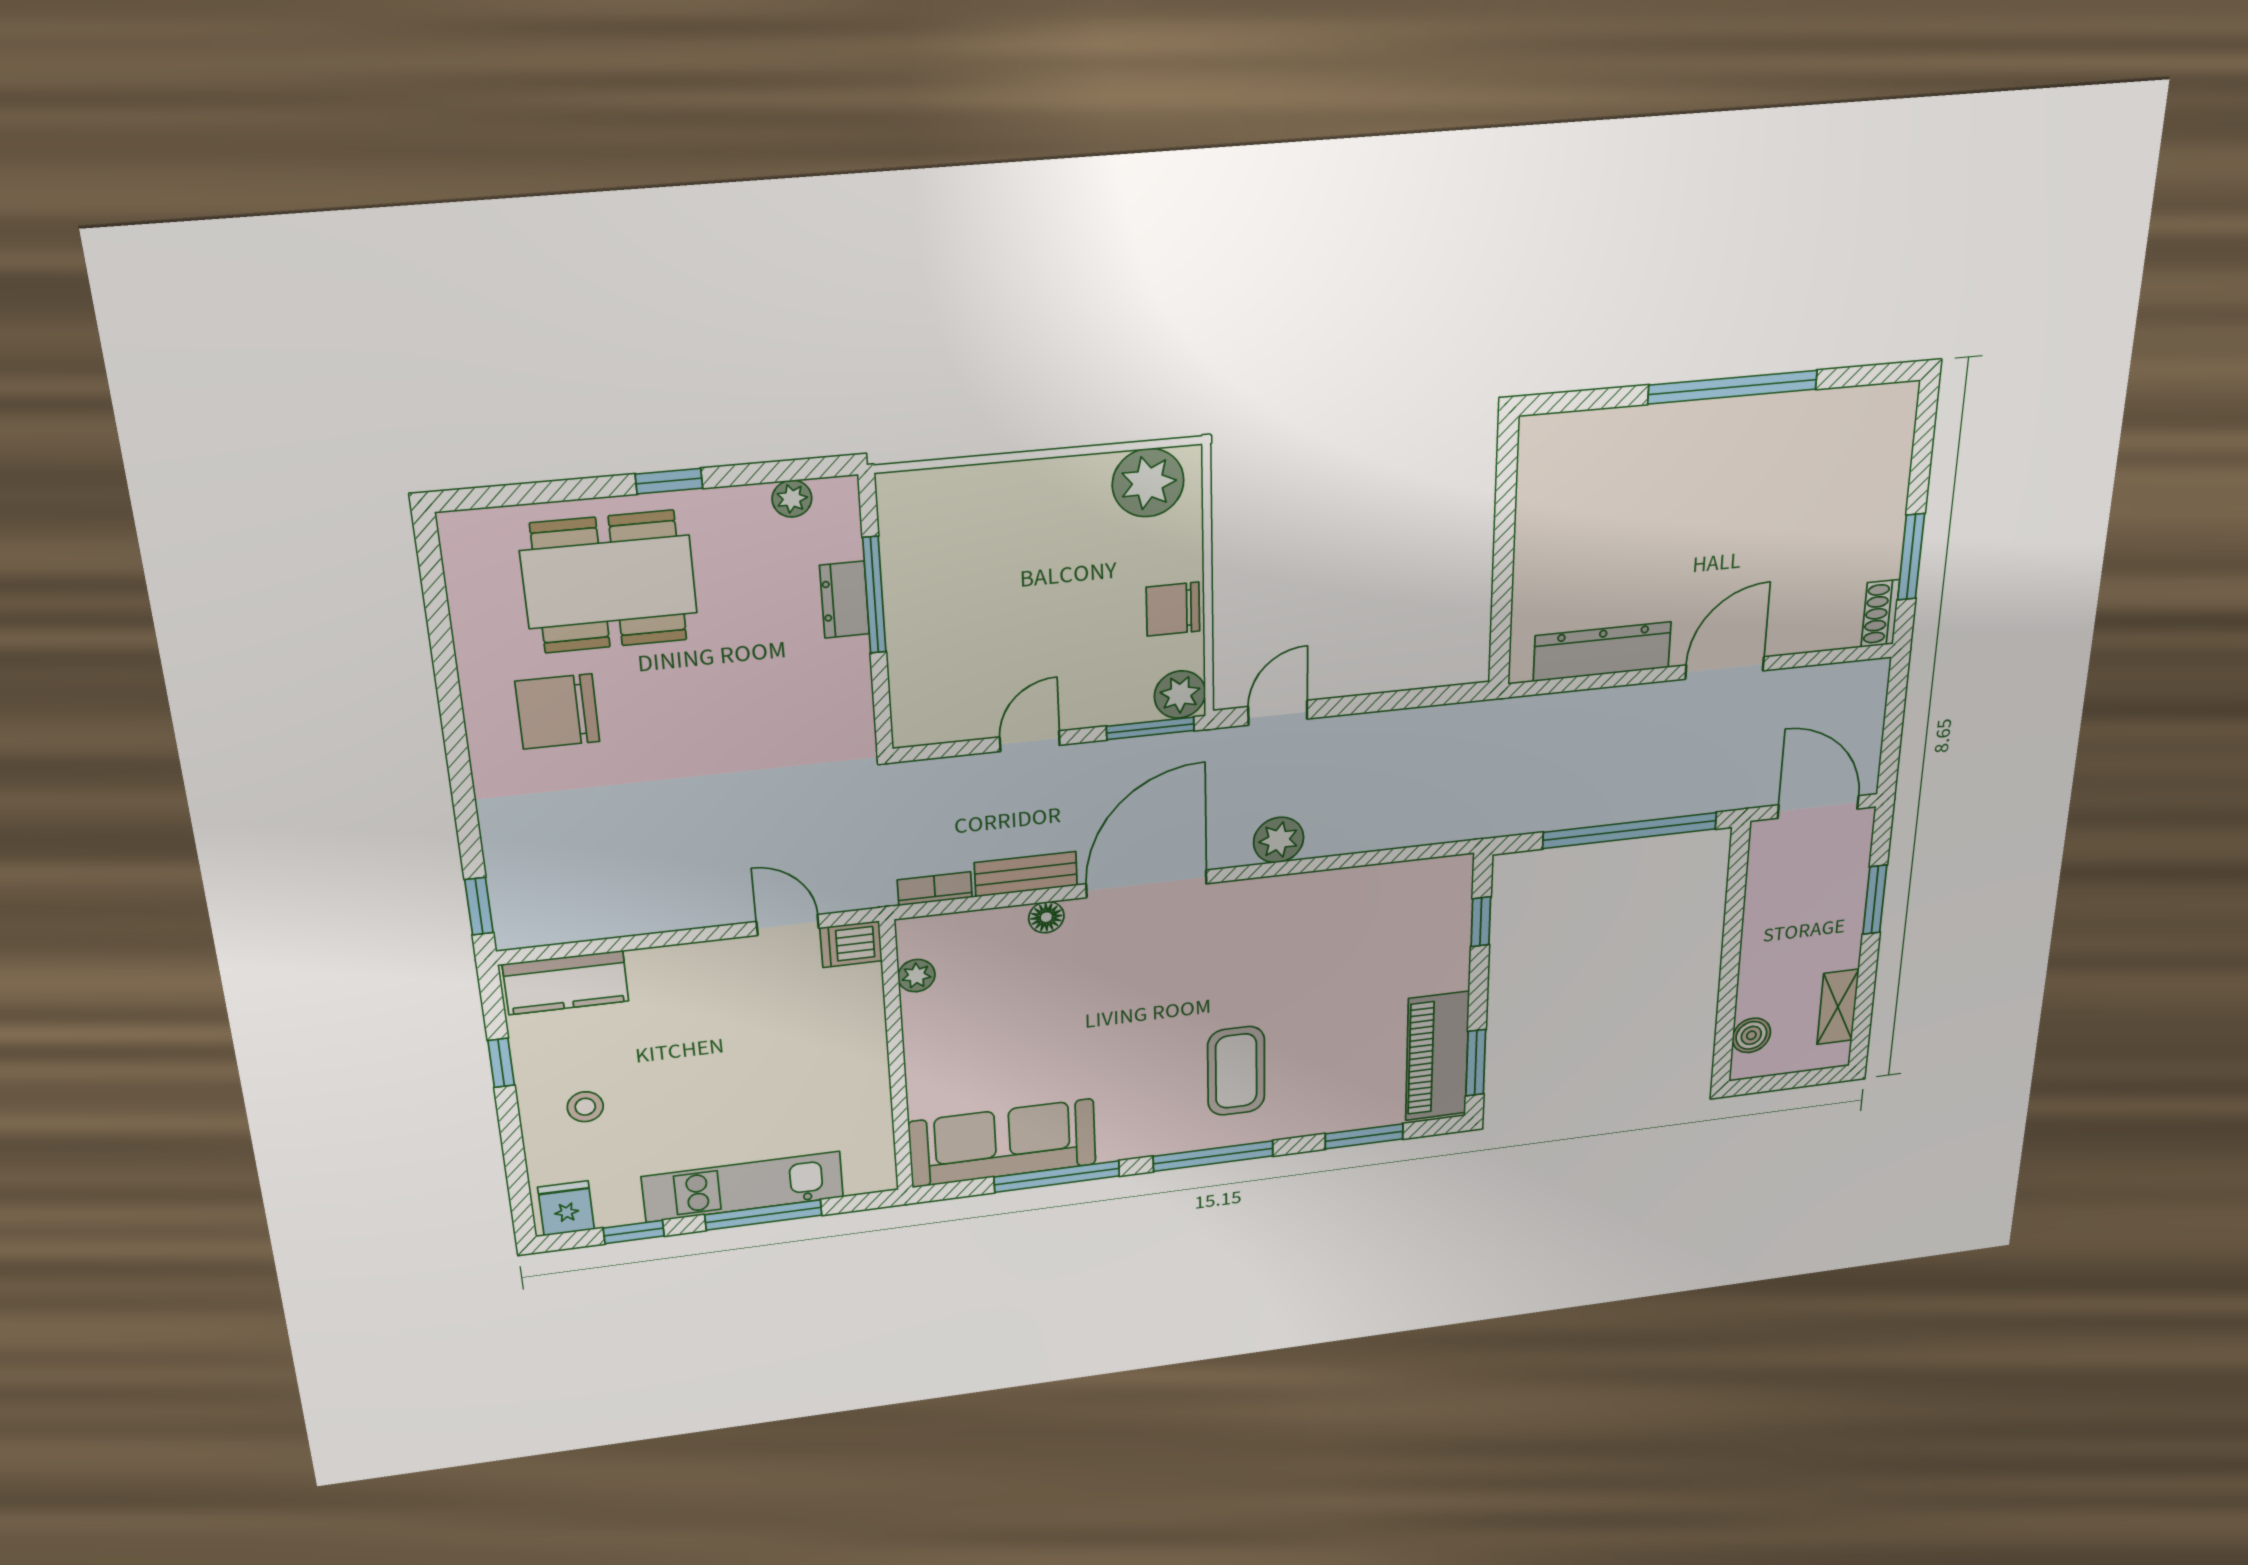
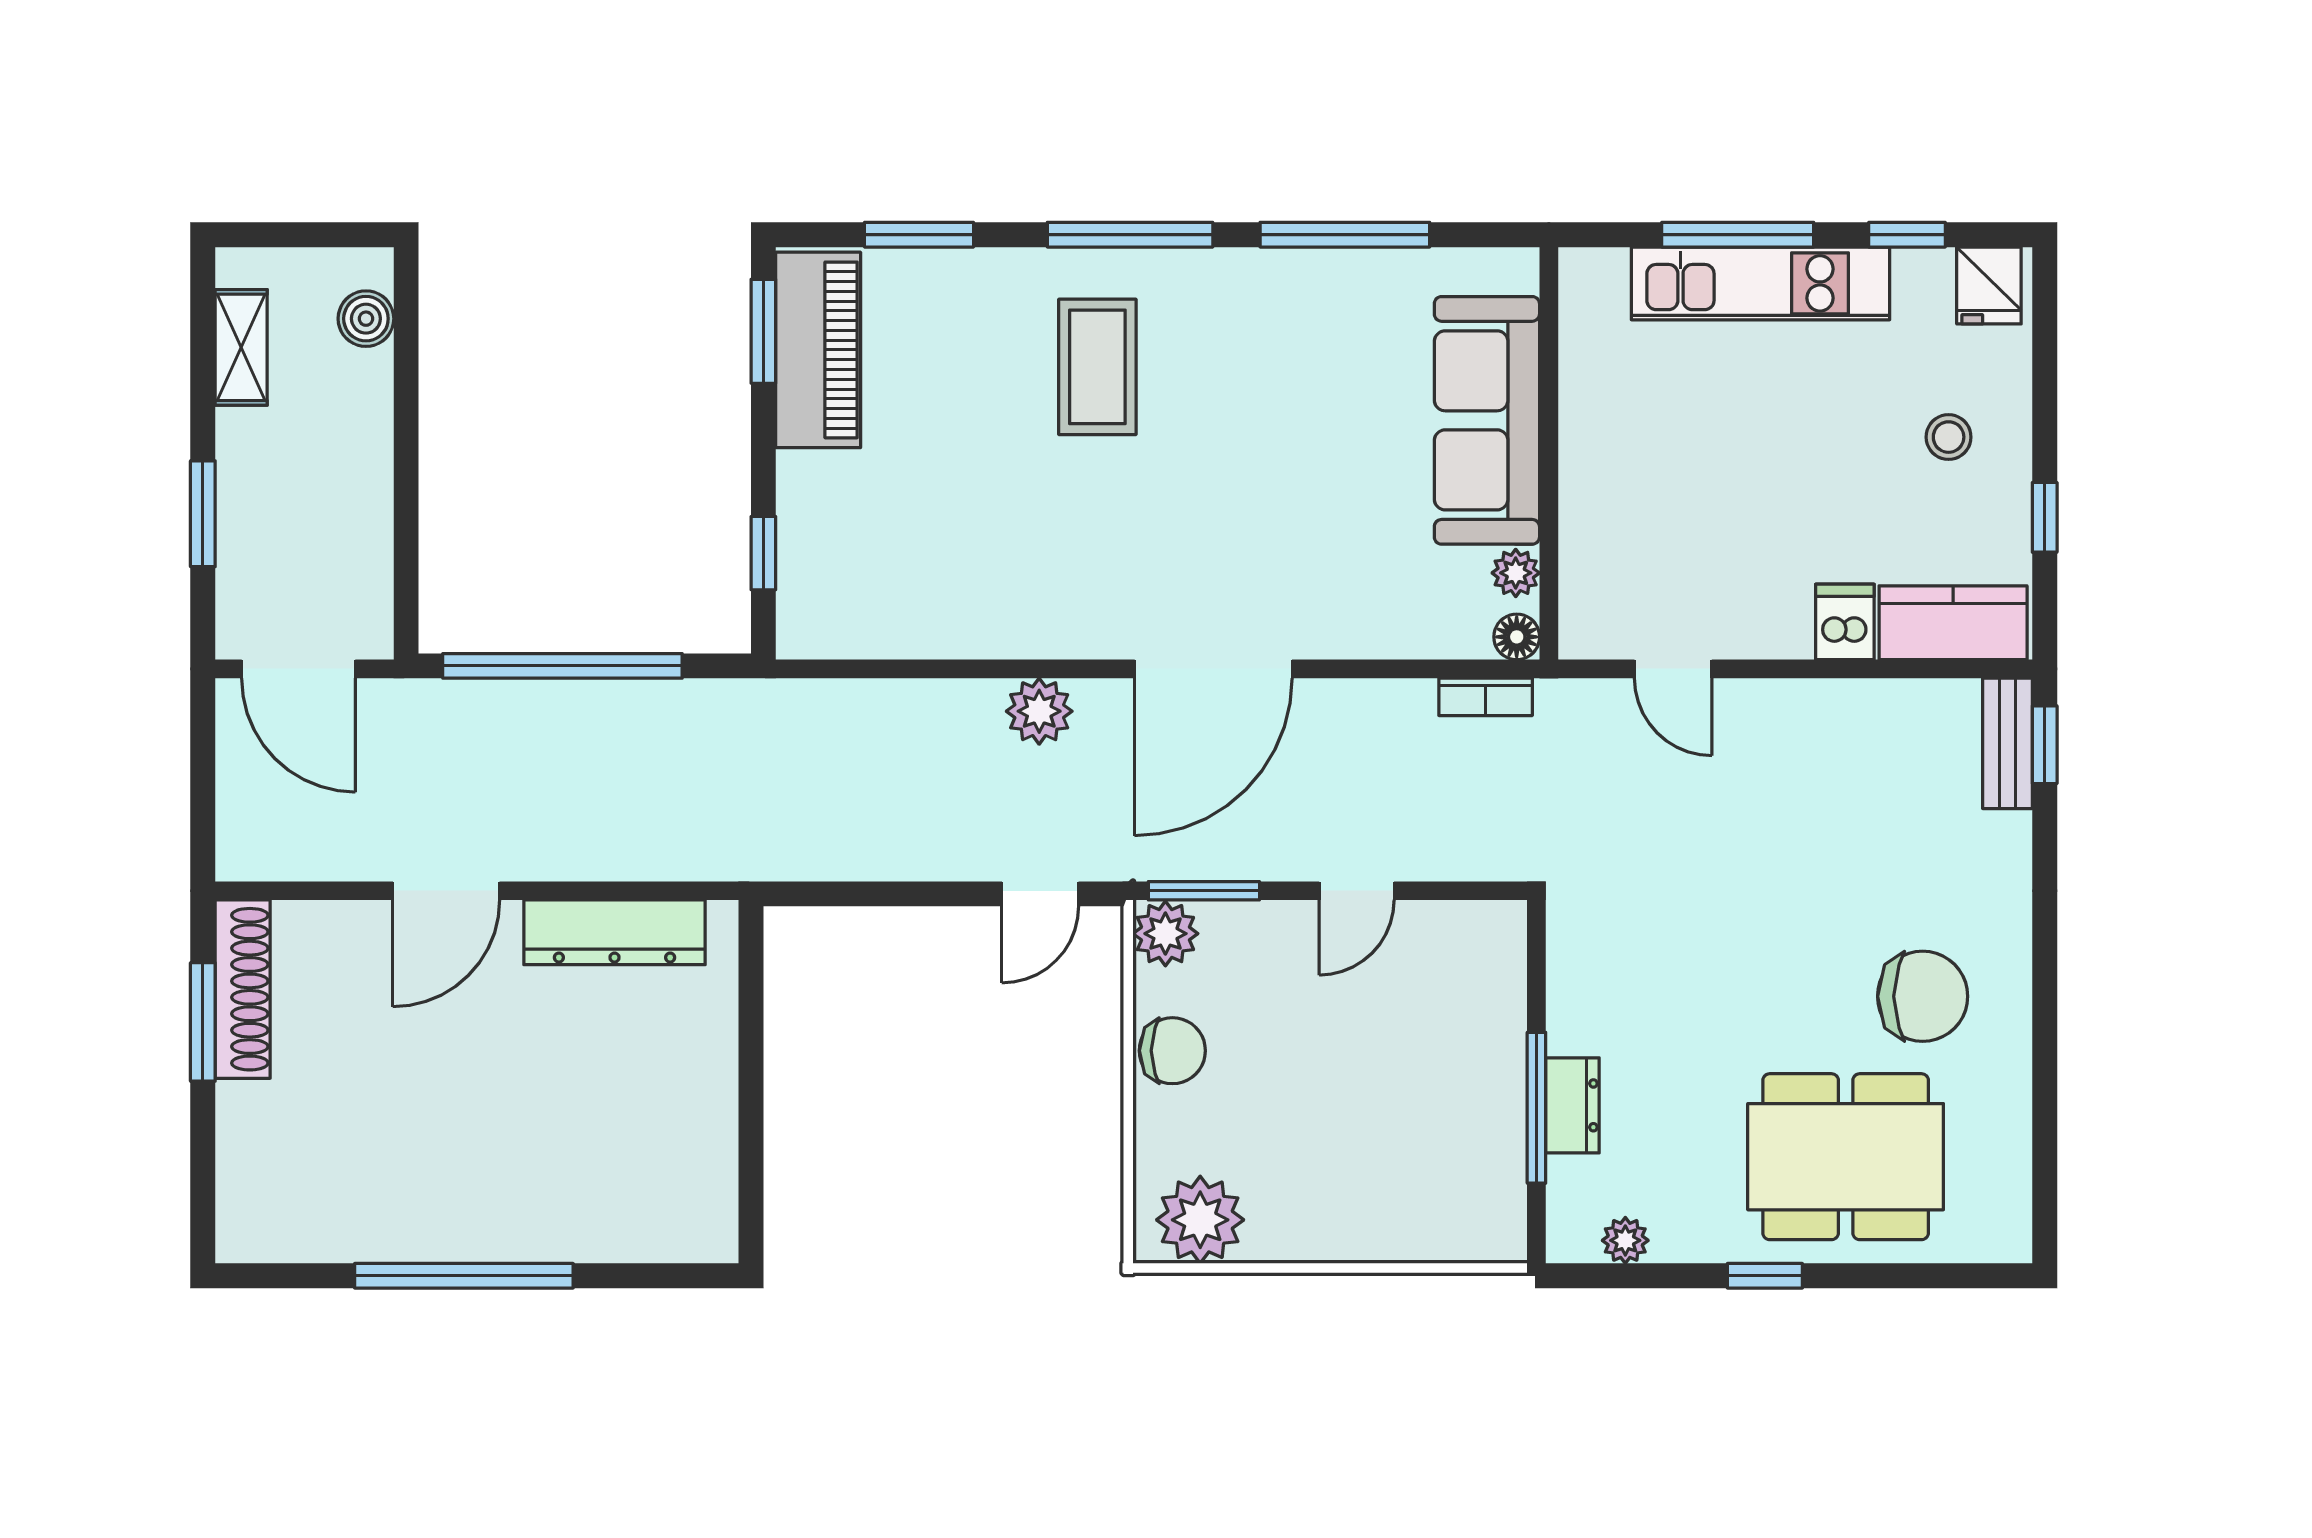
shoe rack: (1880, 613) -> (243, 989), width x1.94, depth x1.24
bench: (1026, 874) -> (2007, 743), moved, turned 90
floor lamp: (1046, 917) -> (1517, 637), moved
dishwasher: (851, 944) -> (1845, 622), moved, turned -90
sofa: (1003, 1143) -> (1487, 420), moved, turned 90

